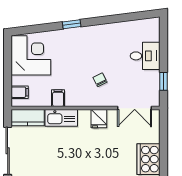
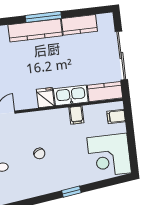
chair: (100, 80) -> (39, 153), moved
fridge: (99, 119) -> (45, 98), moved

